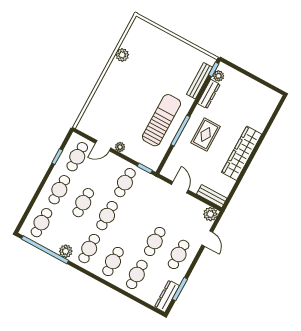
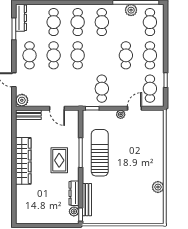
sun lounger: (161, 120) -> (100, 153), turned 180
cafe table: (107, 216) -> (78, 55), moved
plant: (66, 251) -> (131, 10), moved

